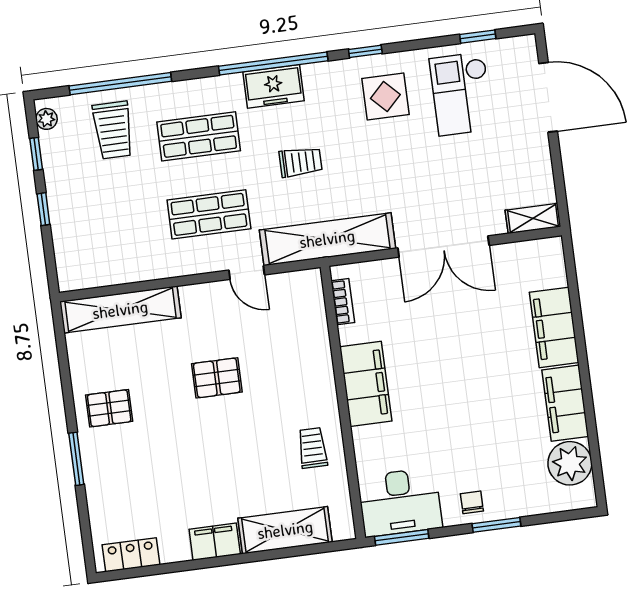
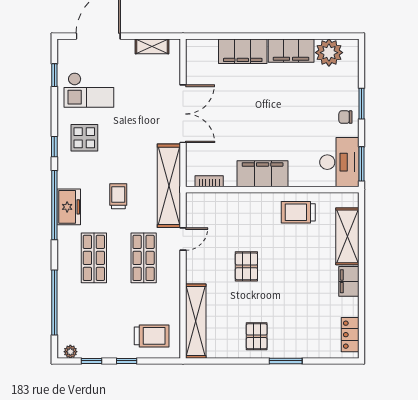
trolley: (113, 130) -> (152, 336), moved
shelving: (533, 218) -> (152, 46), moved, turned 90
trolley: (313, 448) -> (298, 212), width x1.36, depth x1.39

